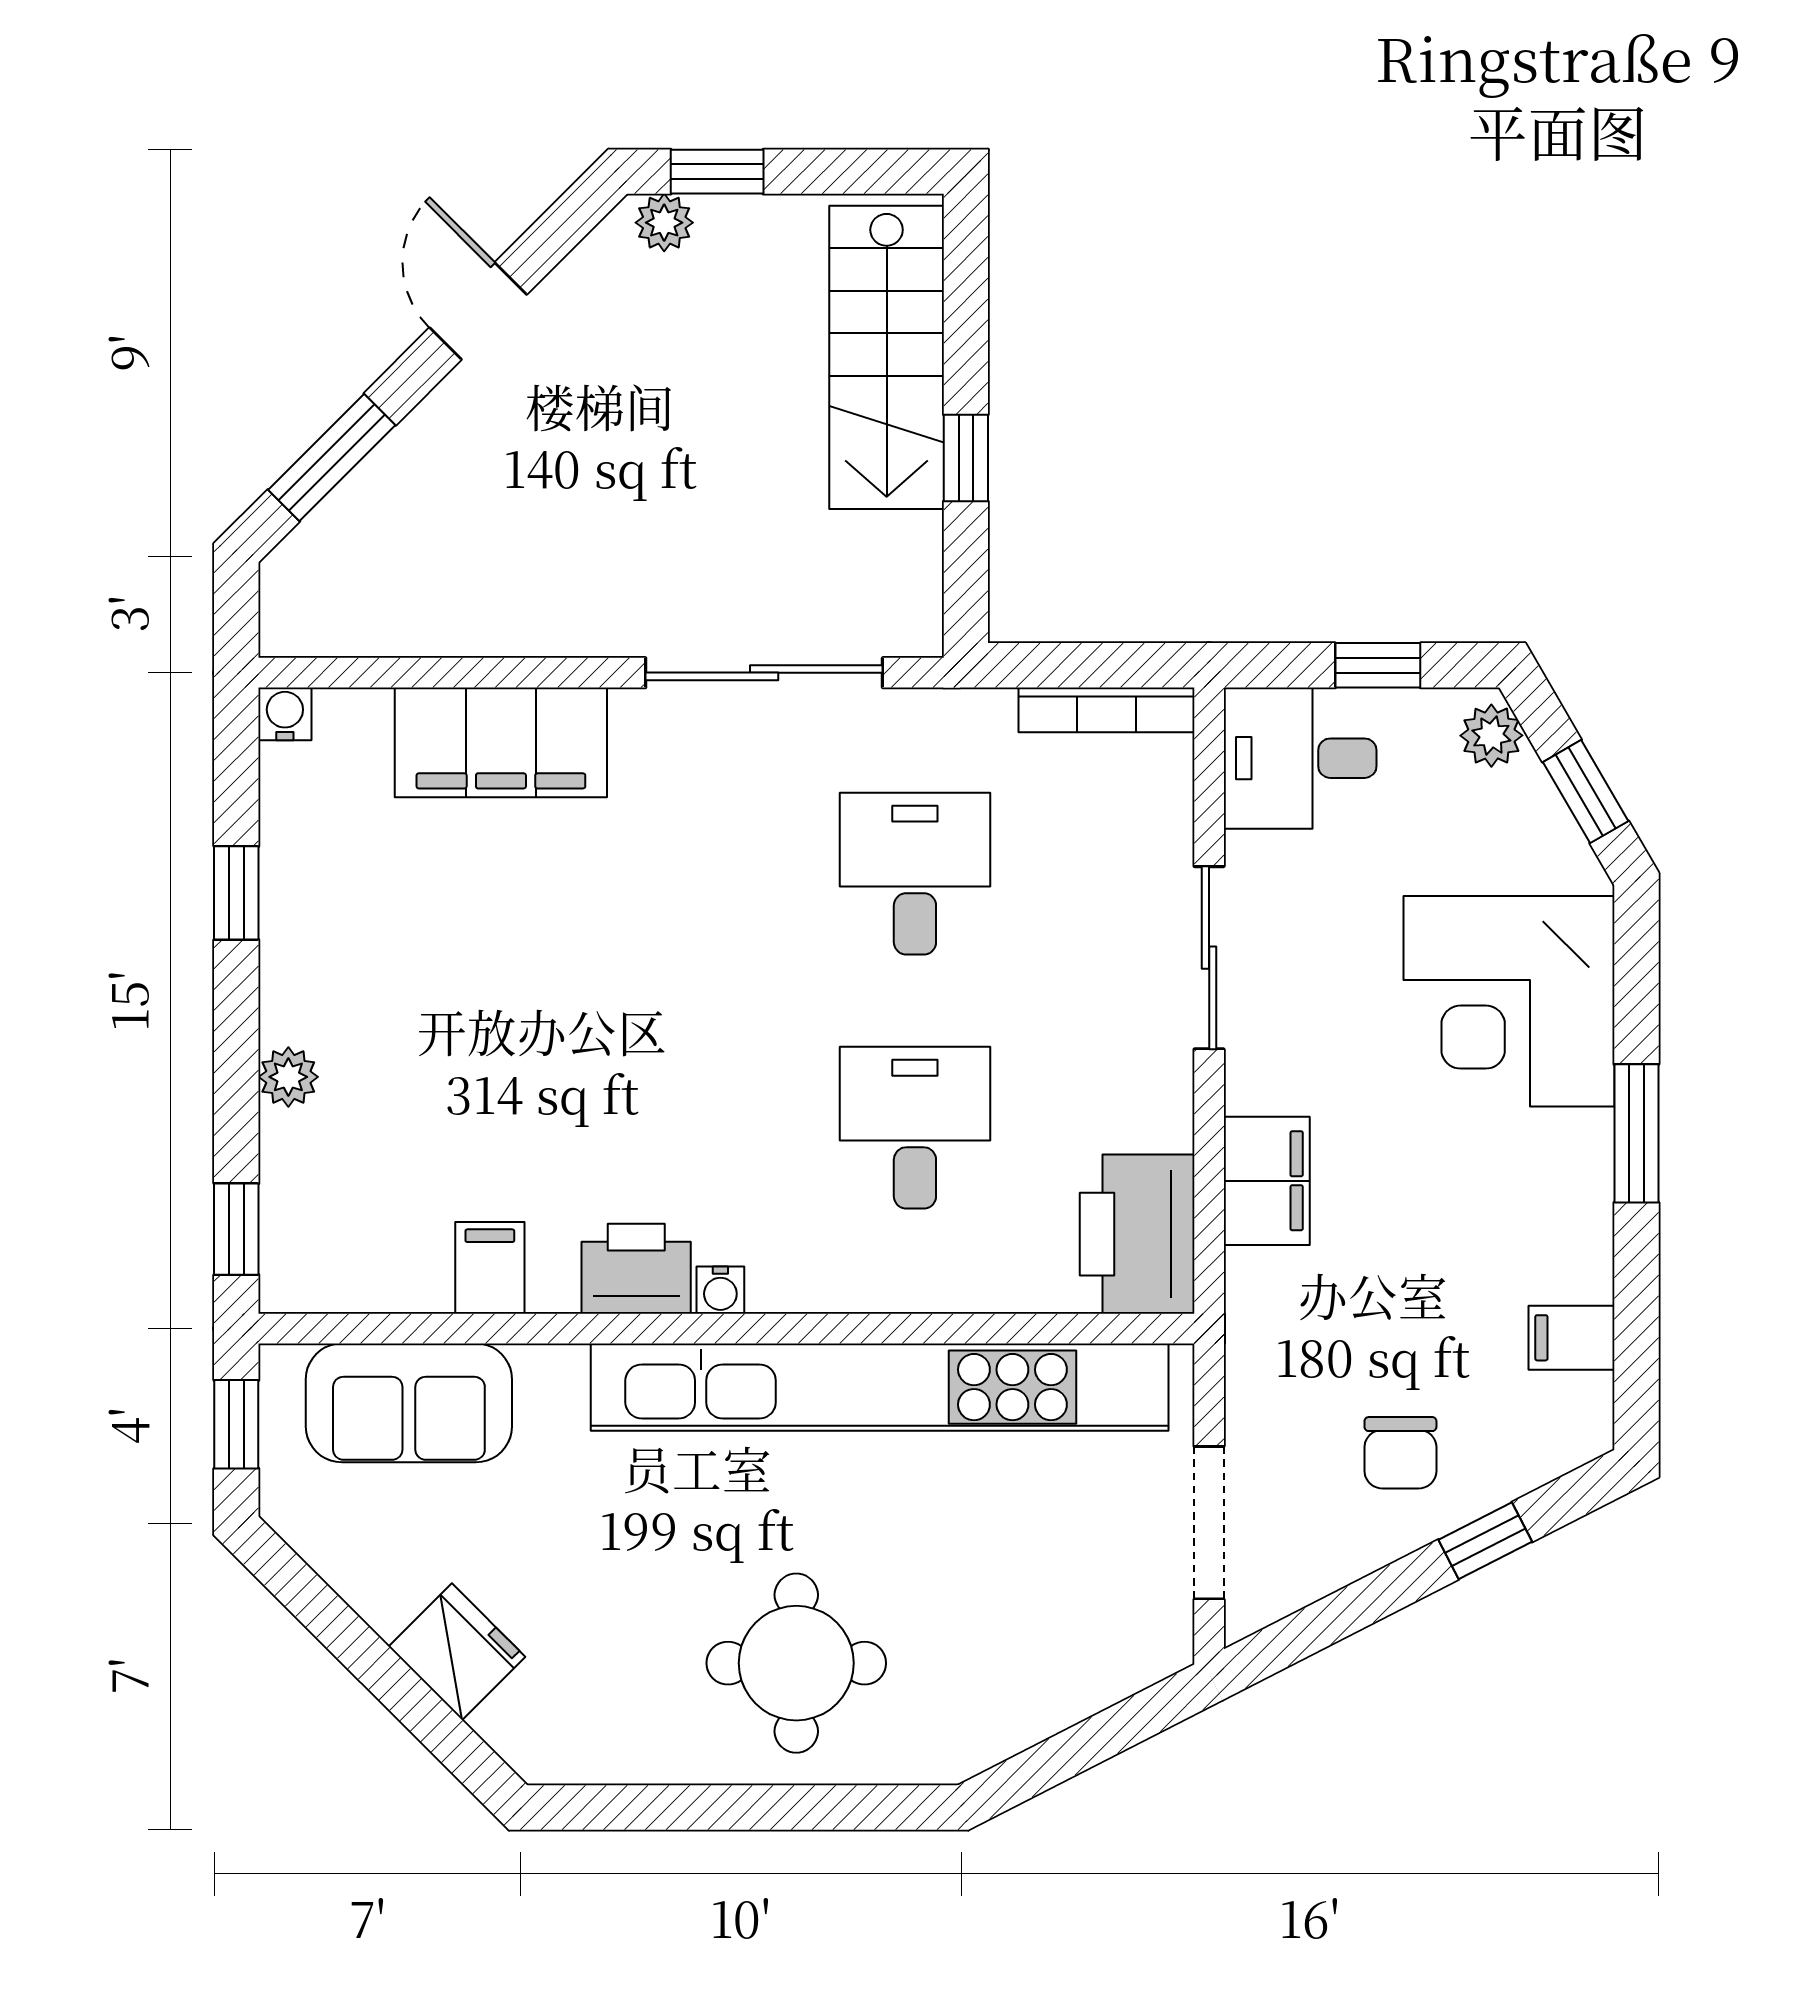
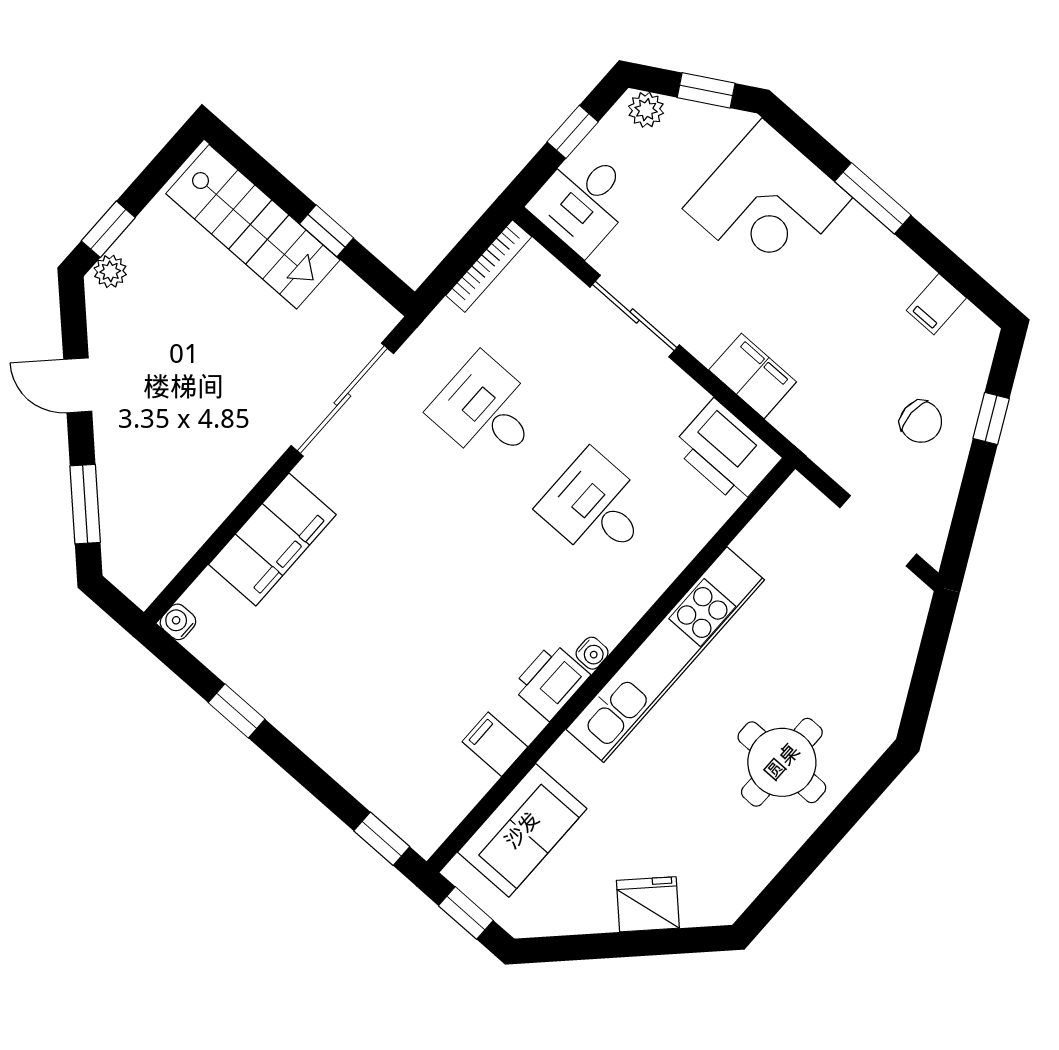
plant: (288, 1077) -> (336, 758), removed
kitchen unit: (880, 1387) -> (665, 655), width x0.73

